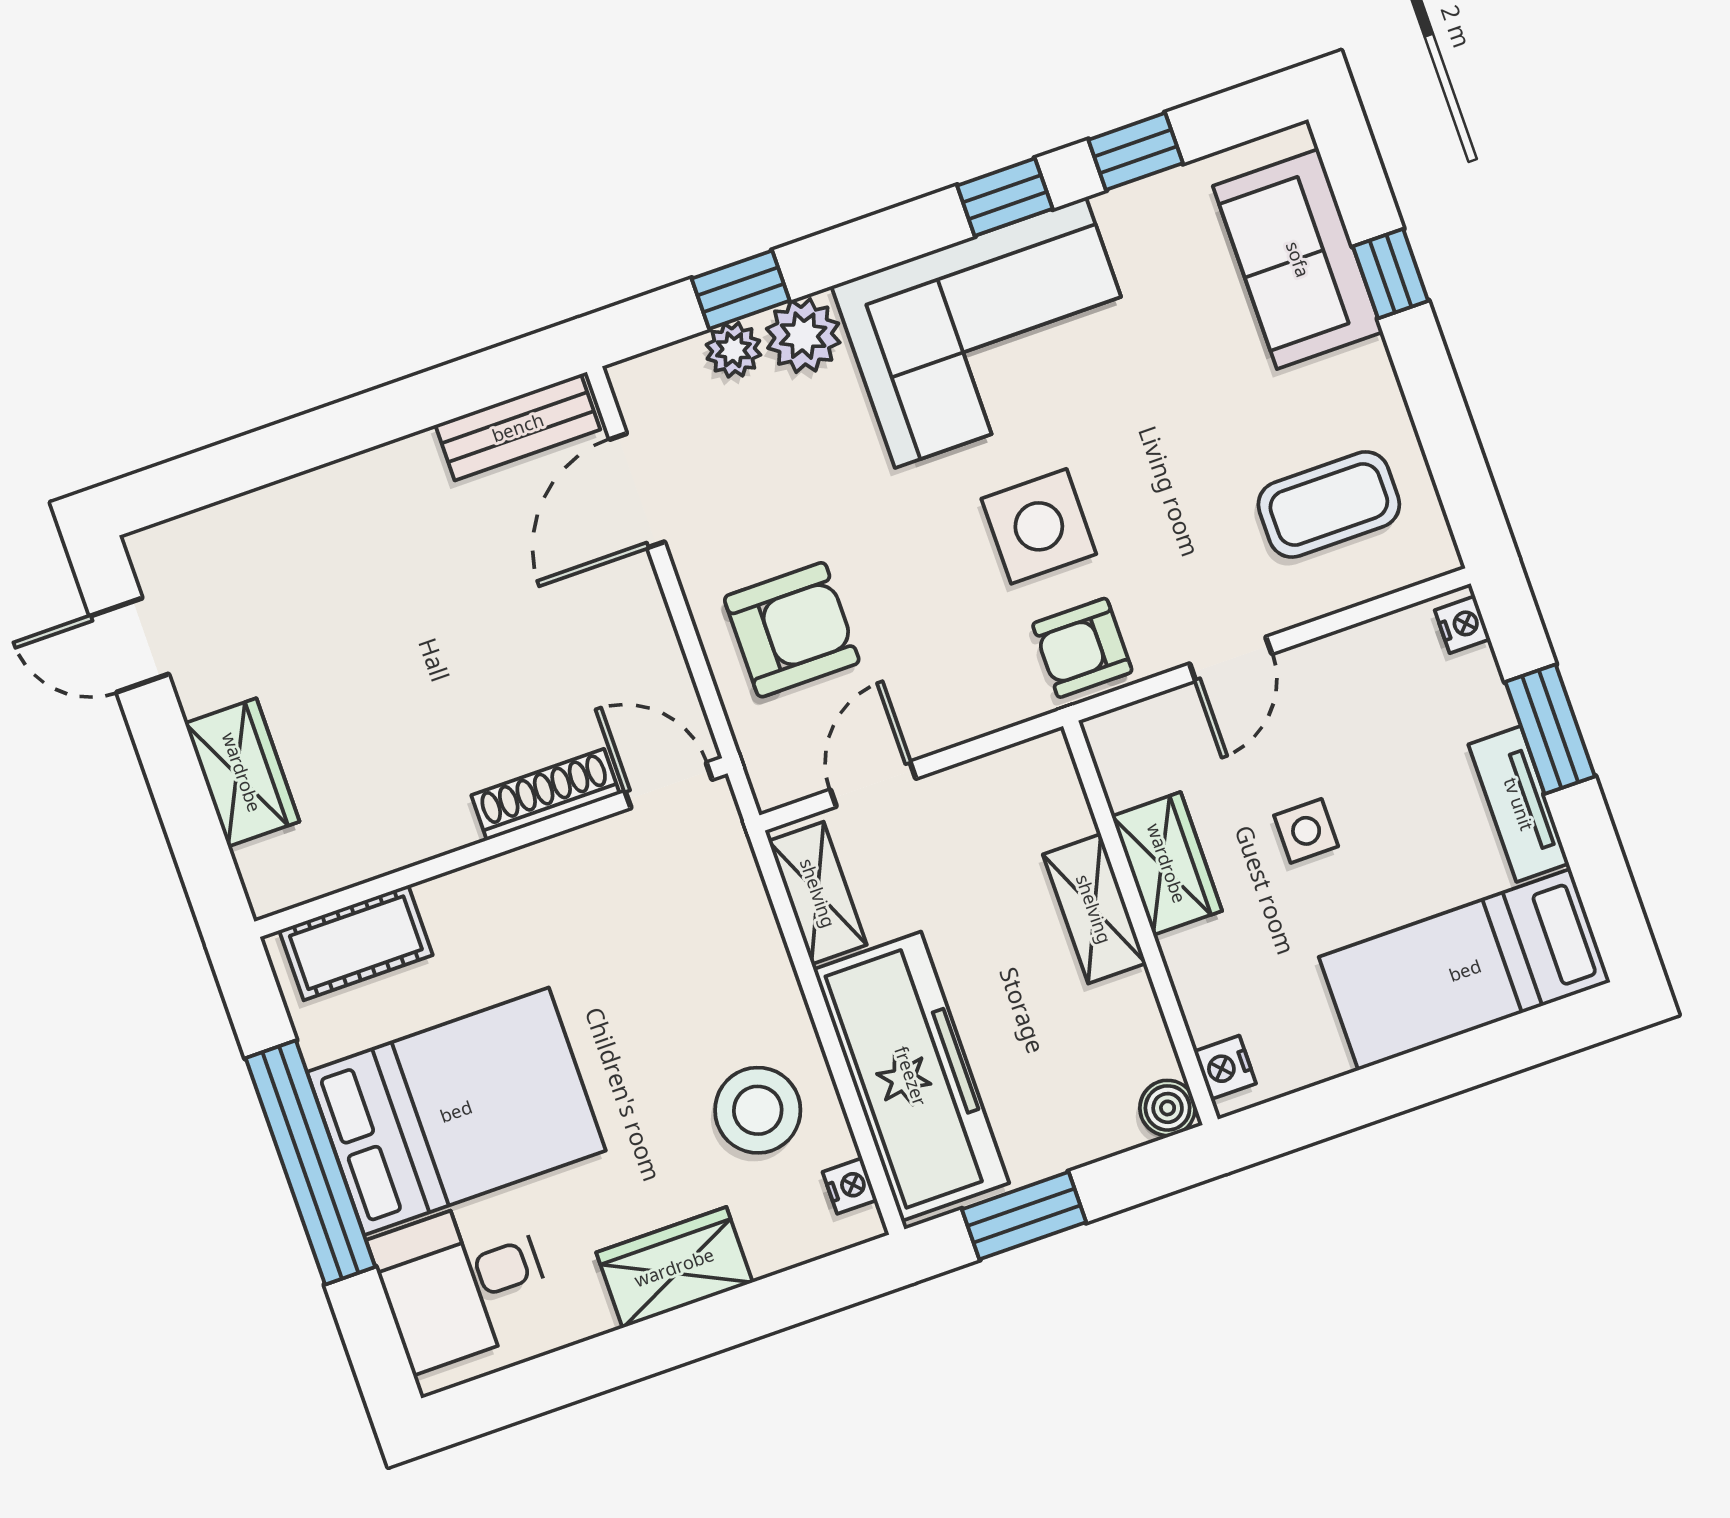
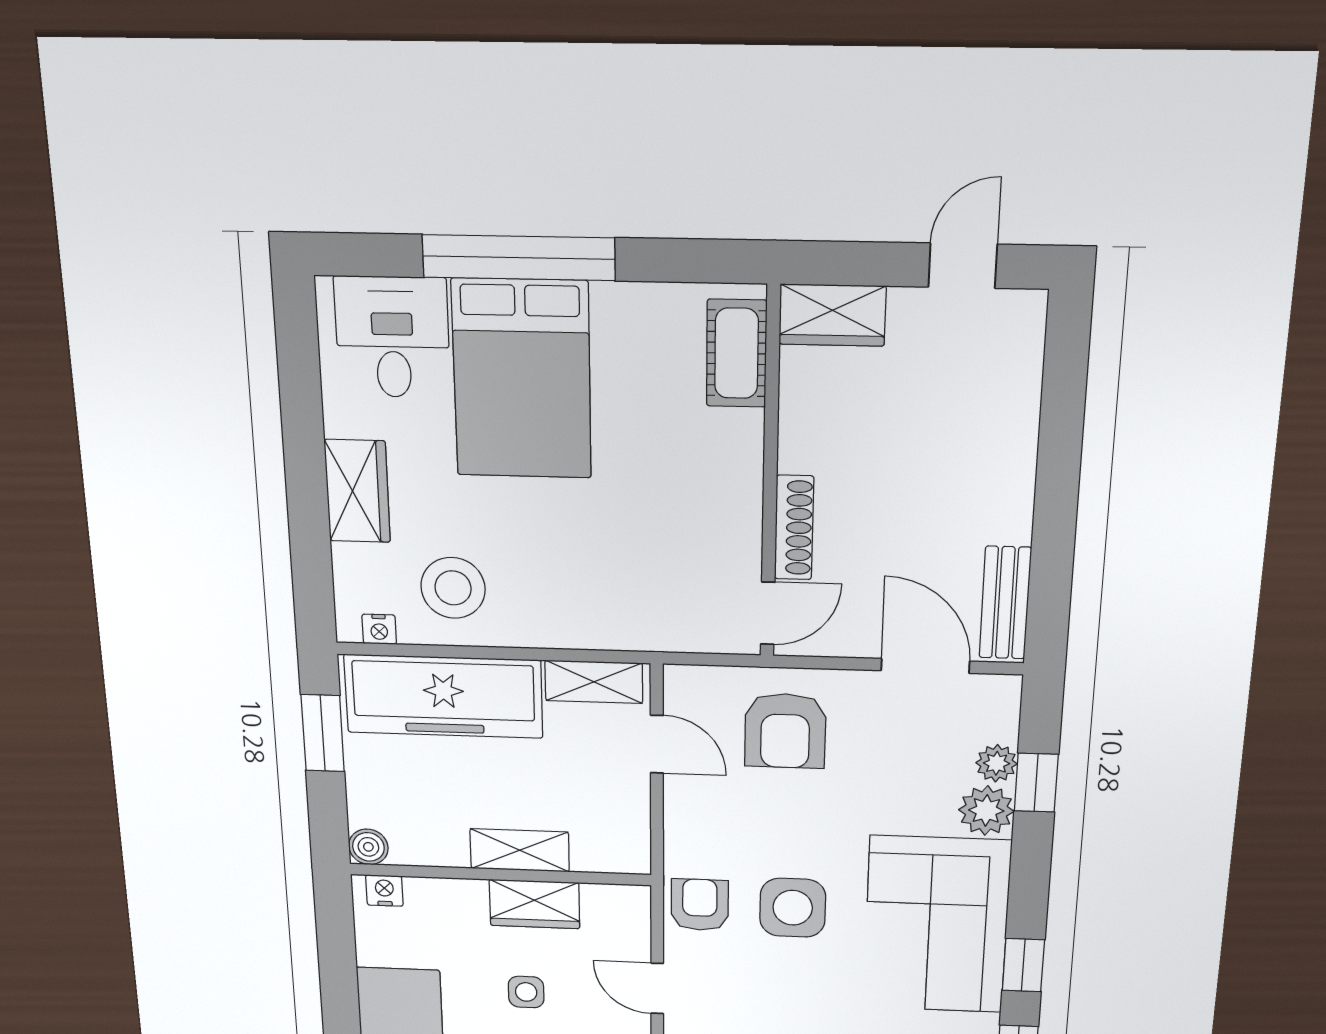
door: (669, 785) -> (768, 613), moved
shoe rack: (546, 795) -> (794, 528), moved
wall: (491, 847) -> (770, 476), moved
cot: (356, 943) -> (736, 353), moved

